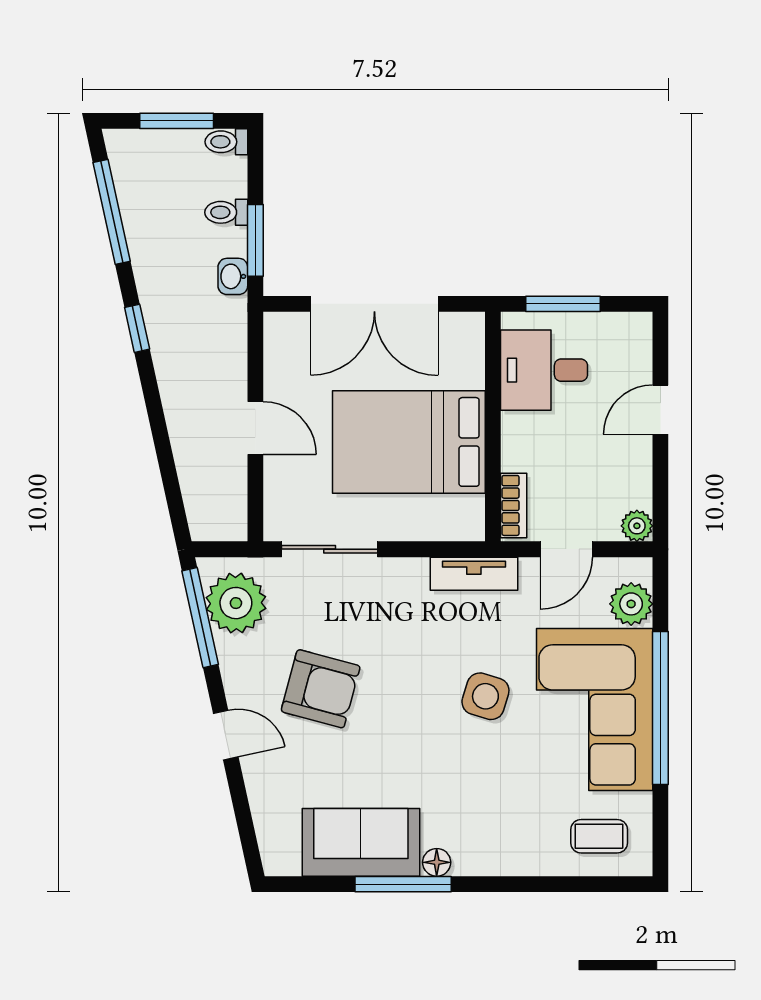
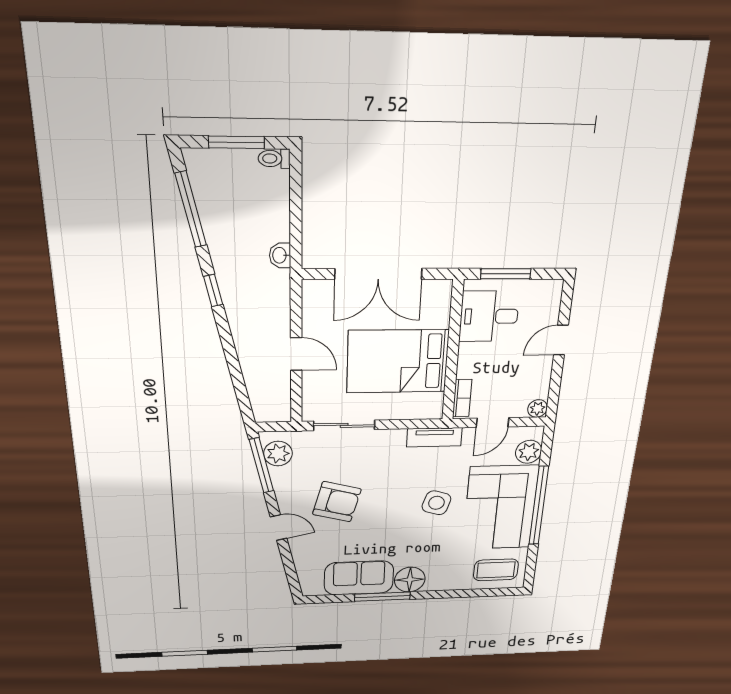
toilet: (226, 212) -> (275, 210), removed
window: (255, 240) -> (296, 230), removed
plant: (236, 603) -> (278, 454), width x0.73, depth x0.73
coffee table: (599, 836) -> (496, 570), width x1.36, depth x1.30
floor lamp: (437, 862) -> (410, 580), width x1.89, depth x1.89

